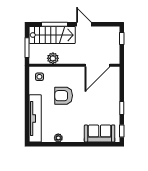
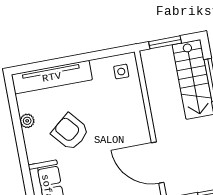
plant: (53, 58) -> (155, 88), removed
armchair: (64, 96) -> (70, 132), moved, turned -40

